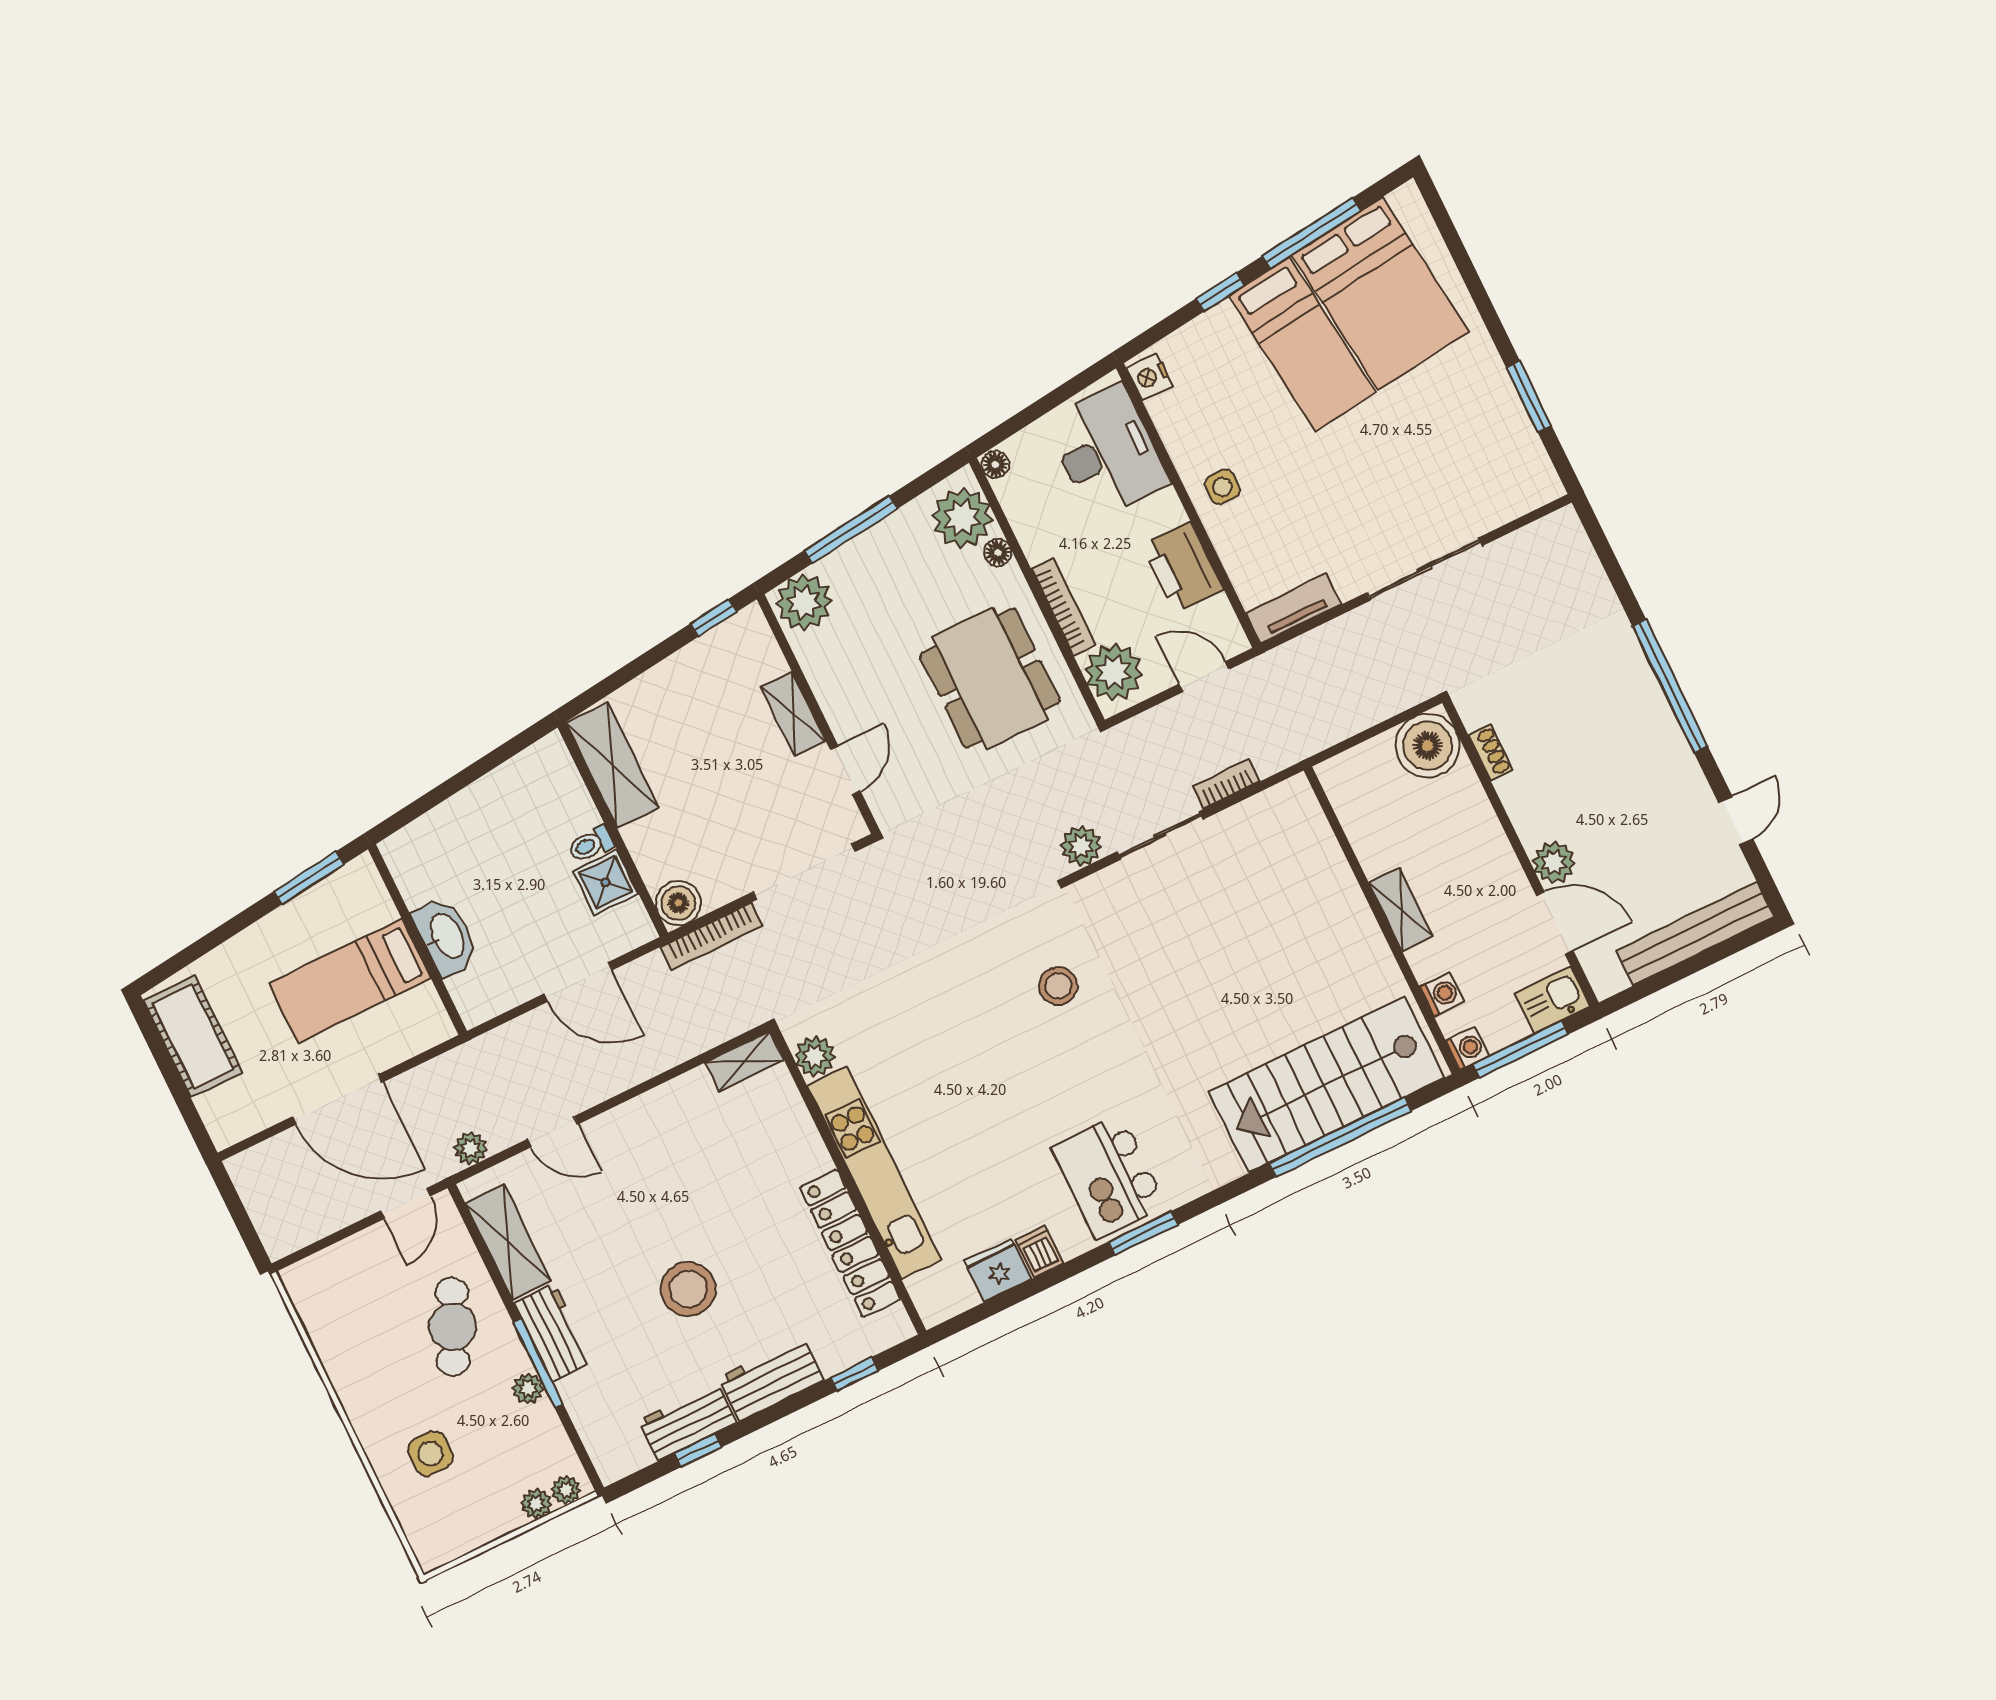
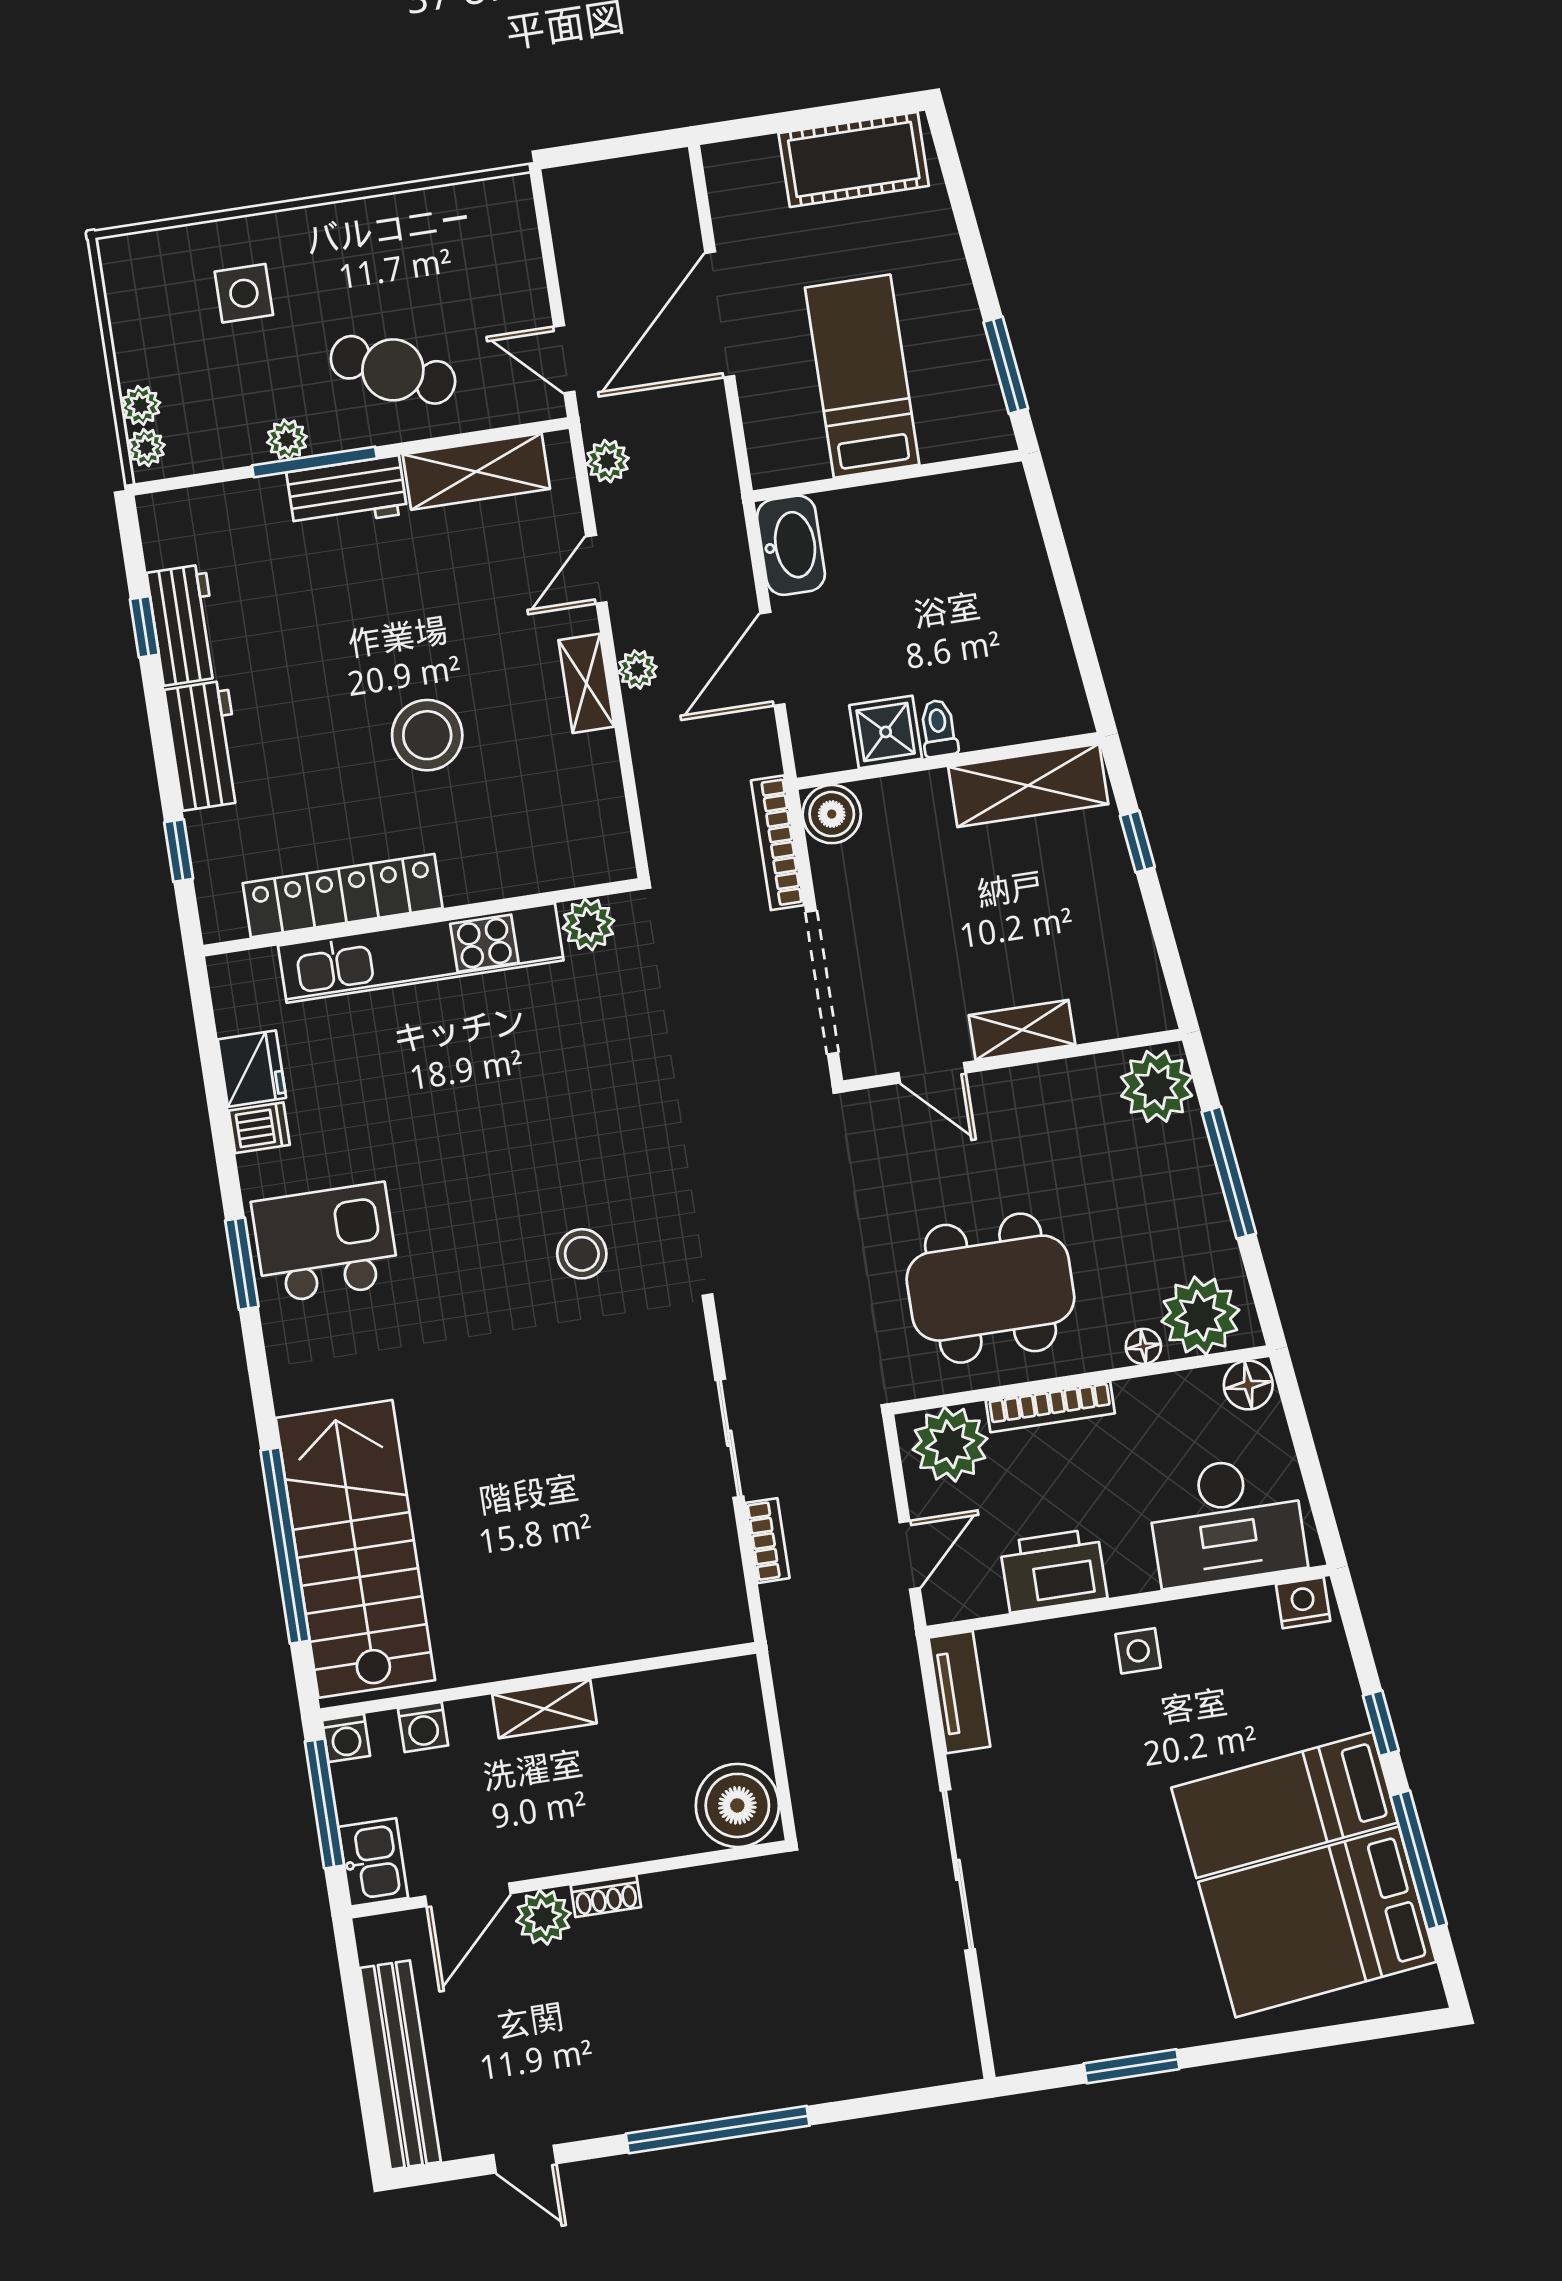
floor lamp: (995, 464) -> (1248, 1385), width x1.37, depth x1.37
window: (713, 618) -> (1137, 842), moved
shoe rack: (1491, 753) -> (606, 1896), moved
plant: (1081, 846) -> (637, 669), moved, width x0.73, depth x0.73
washbasin: (446, 936) -> (791, 545), moved, turned -90
shelving: (744, 1061) -> (586, 683), moved
stool: (688, 1289) -> (427, 735), moved

